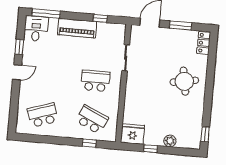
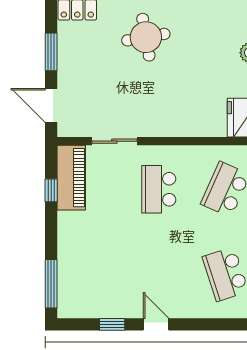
piano: (77, 28) -> (71, 178), moved
desk: (36, 29) -> (78, 299), removed

